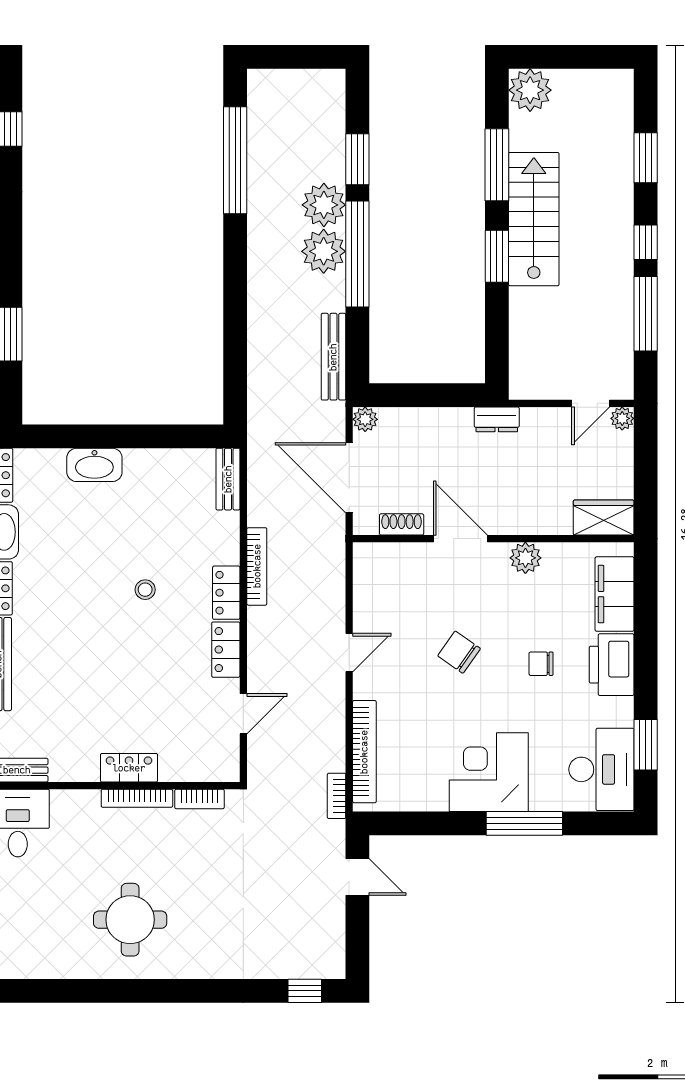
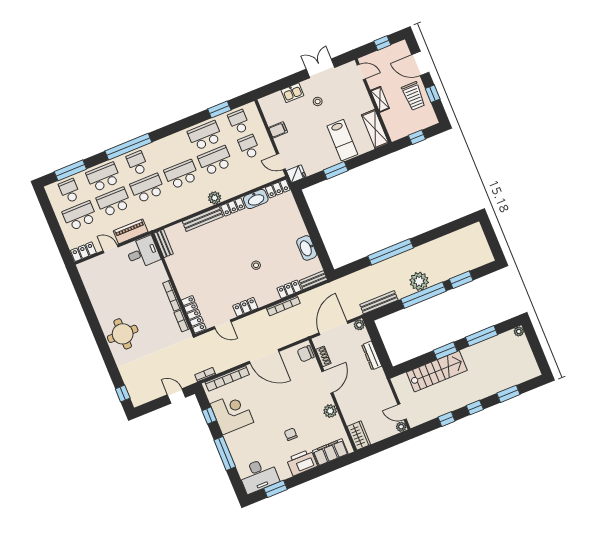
plant: (530, 90) -> (519, 331), width x0.53, depth x0.53
window: (235, 160) -> (391, 252), moved
plant: (324, 205) -> (438, 274), removed
stairs: (534, 219) -> (437, 371), moved
window: (646, 314) -> (446, 419), width x0.46
dresser: (497, 419) -> (372, 355), moved, width x1.44
washbasin: (94, 465) -> (307, 248), moved
locker: (226, 593) -> (289, 289), moved
chair: (459, 652) -> (306, 354), moved, turned -125
door: (349, 653) -> (264, 356), width x1.88
locker: (129, 768) -> (194, 314), moved, width x1.53
corner desk: (489, 772) -> (232, 413), moved
window: (429, 823) -> (209, 416), added
door: (357, 877) -> (176, 396), swing flipped
round table: (130, 920) -> (123, 334), moved

